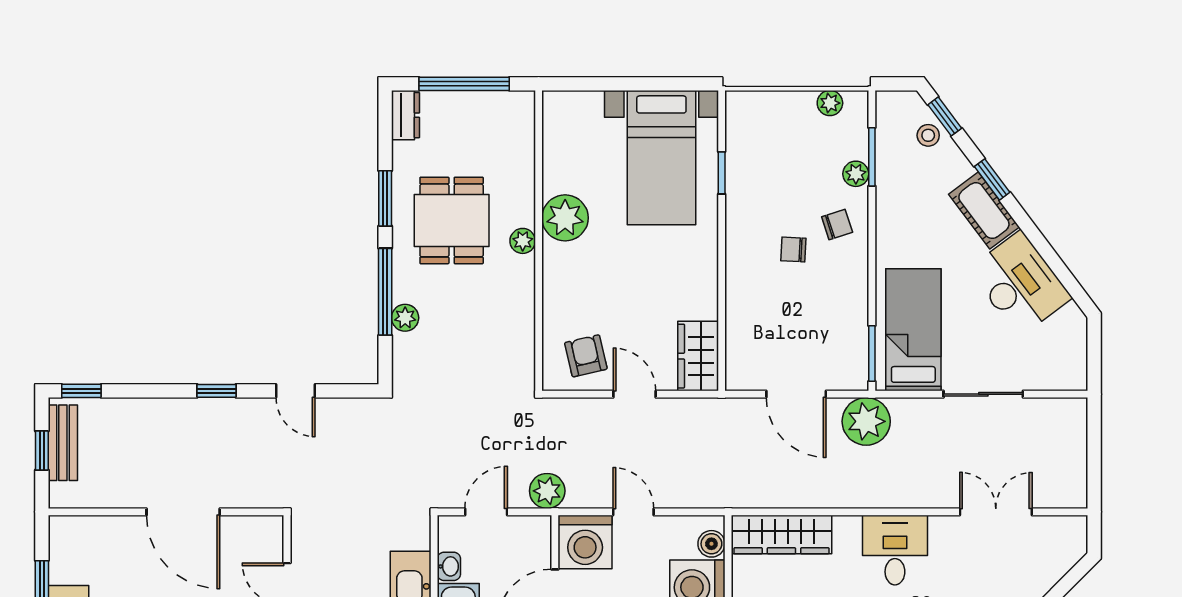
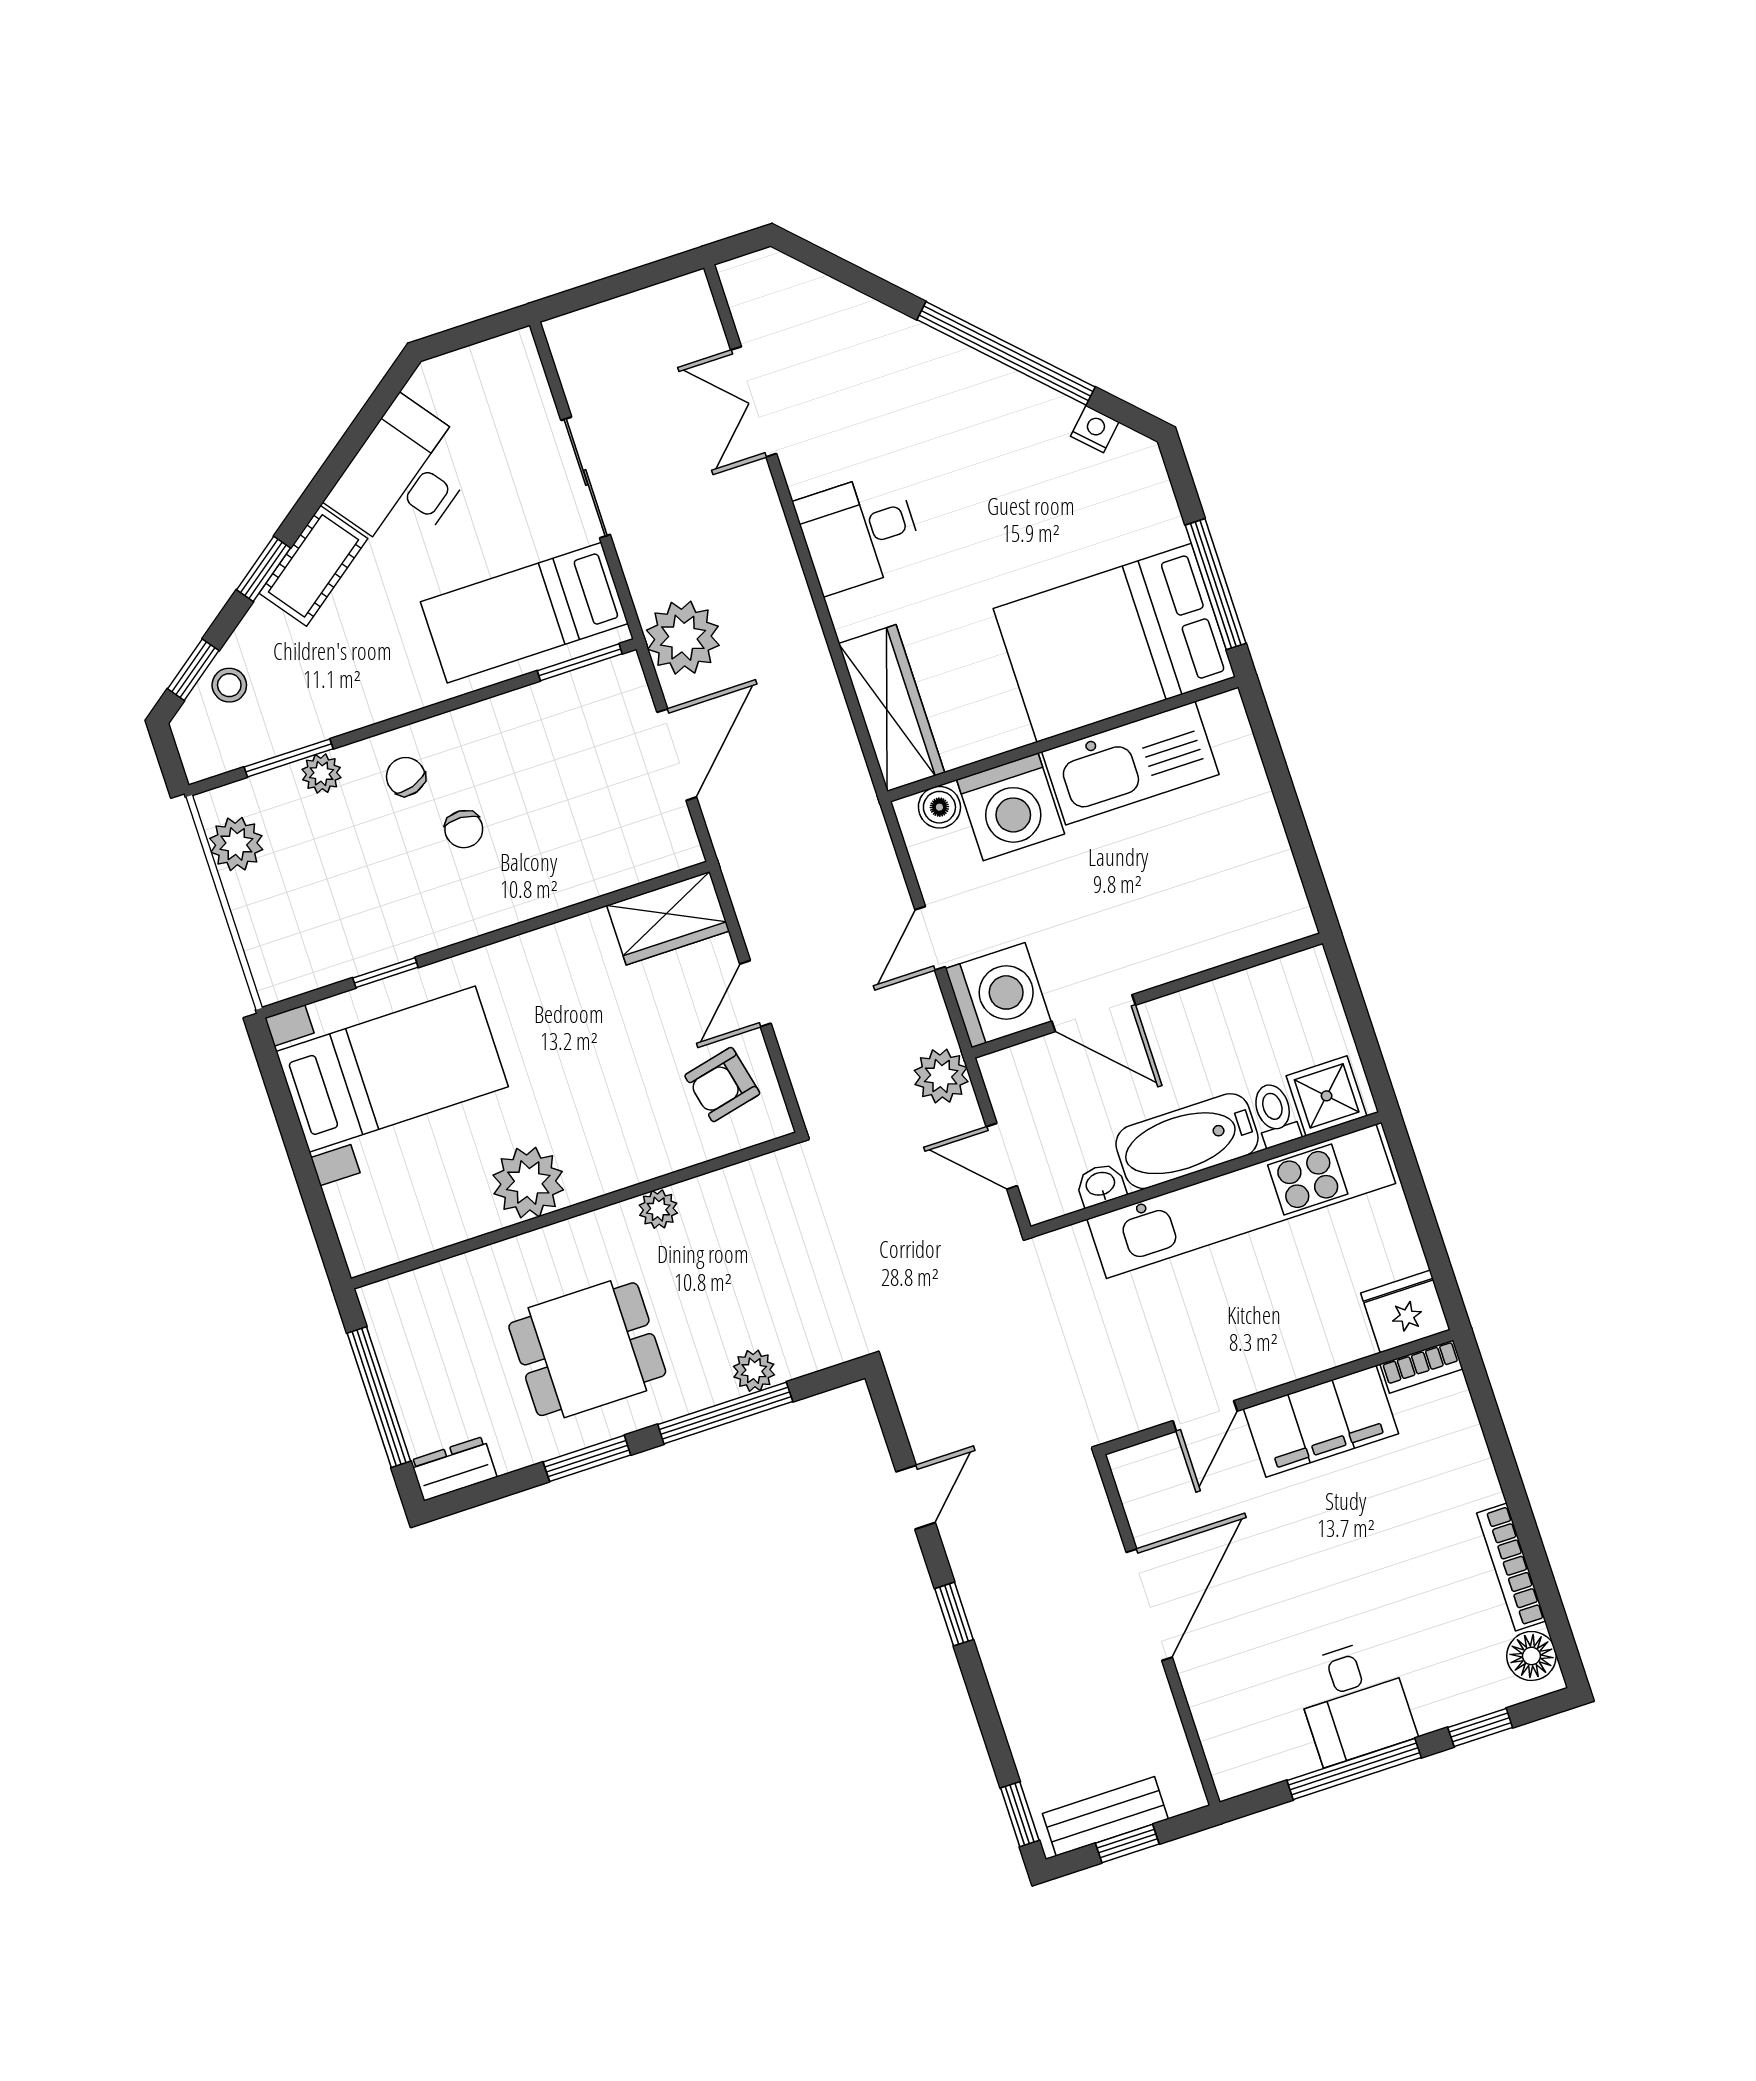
plant: (830, 103) -> (236, 844), width x1.38, depth x1.38
plant: (523, 241) -> (658, 1209), moved

